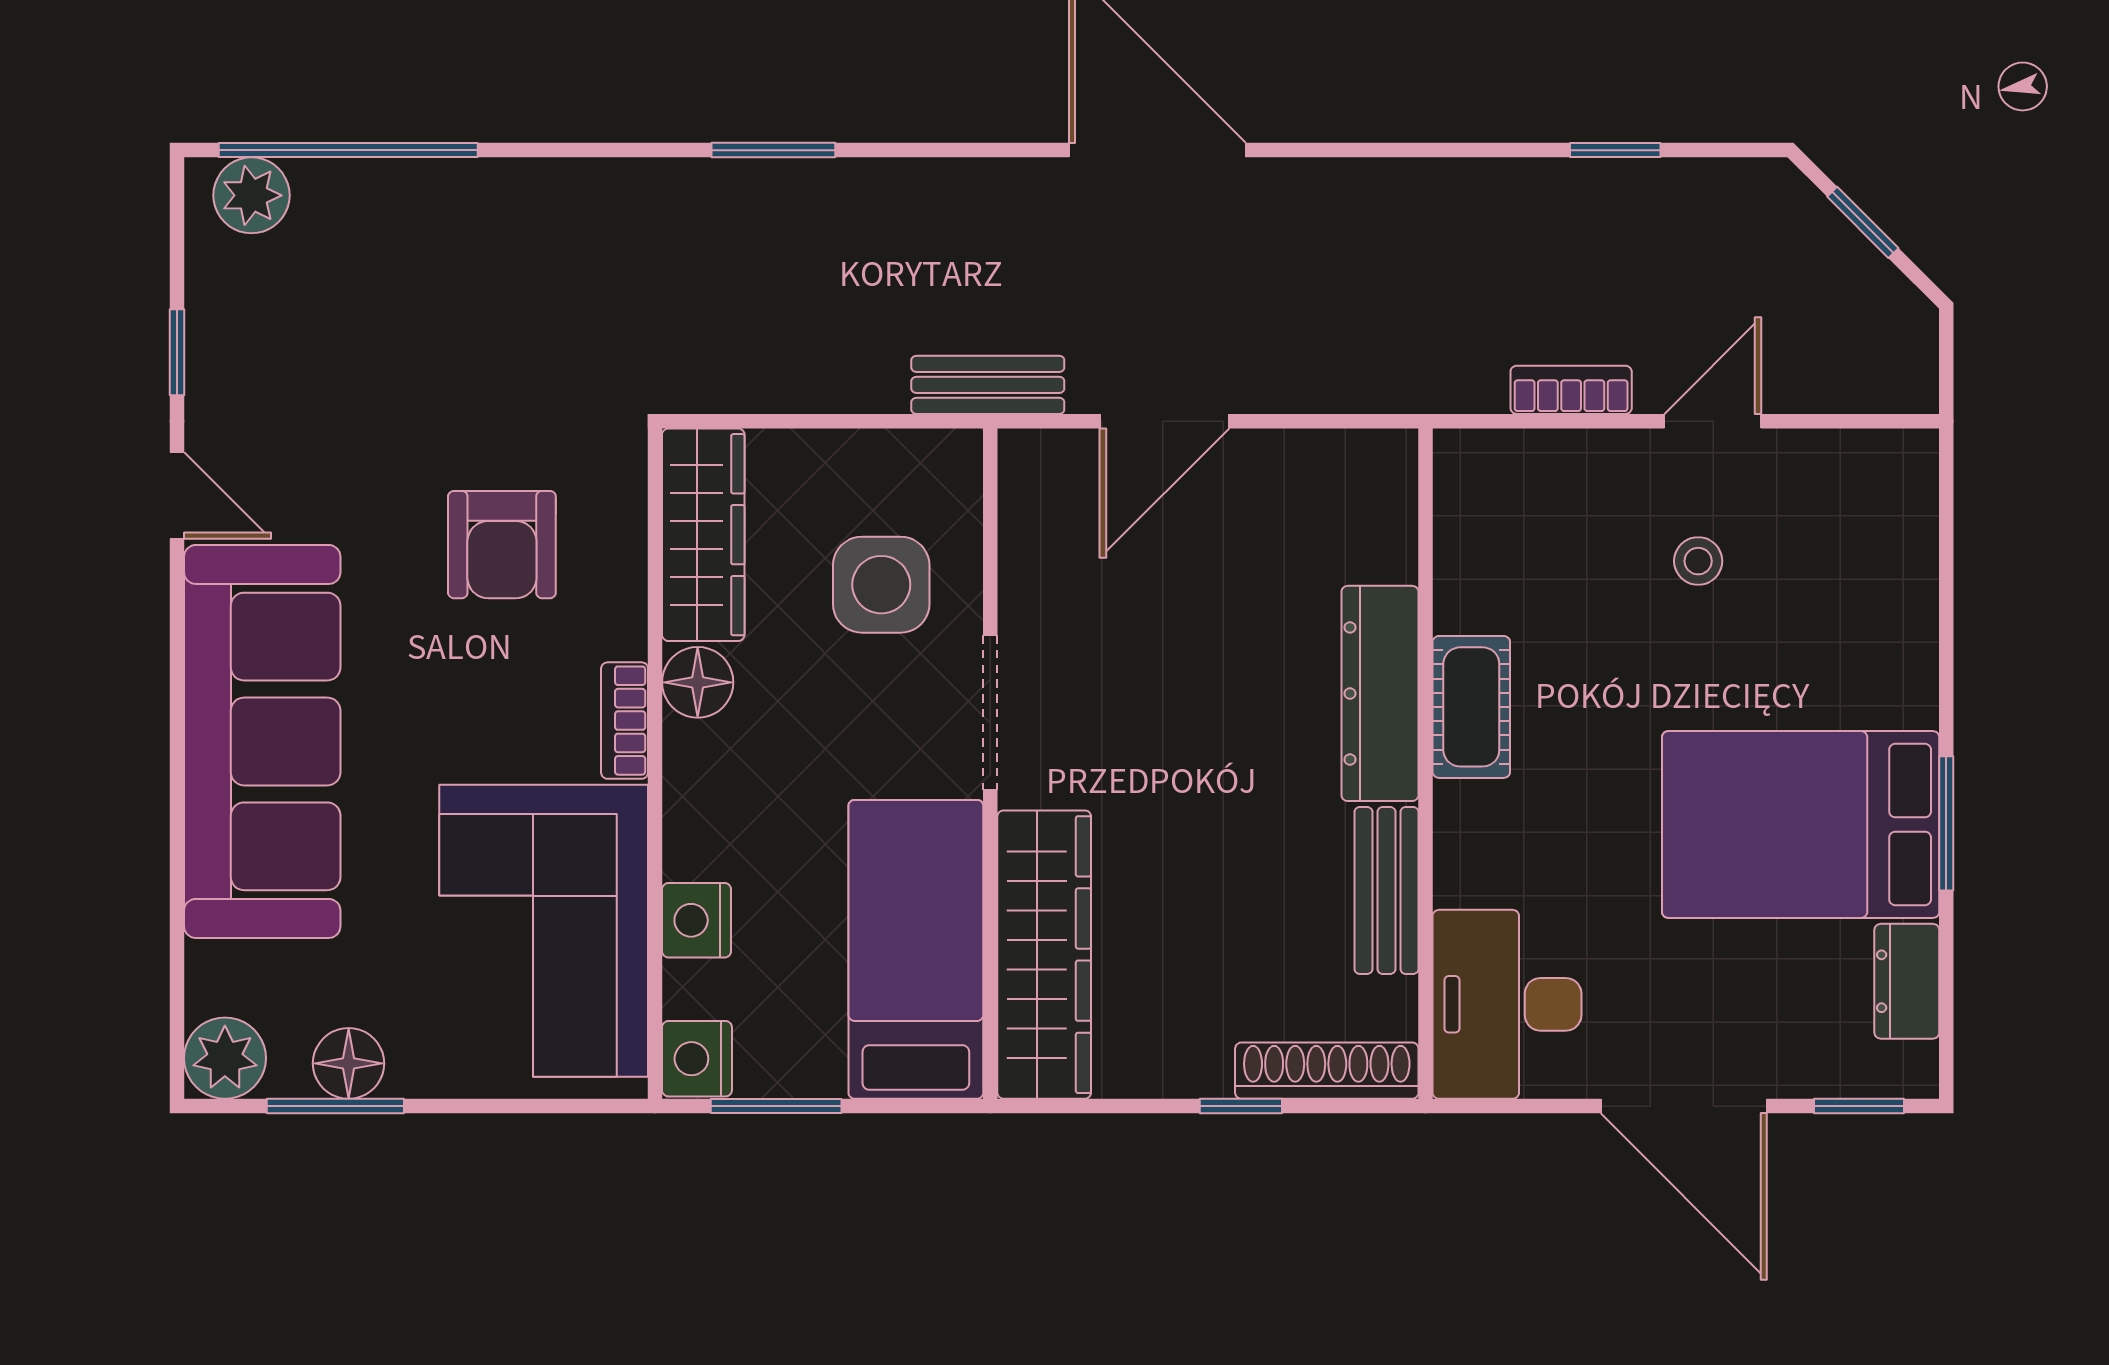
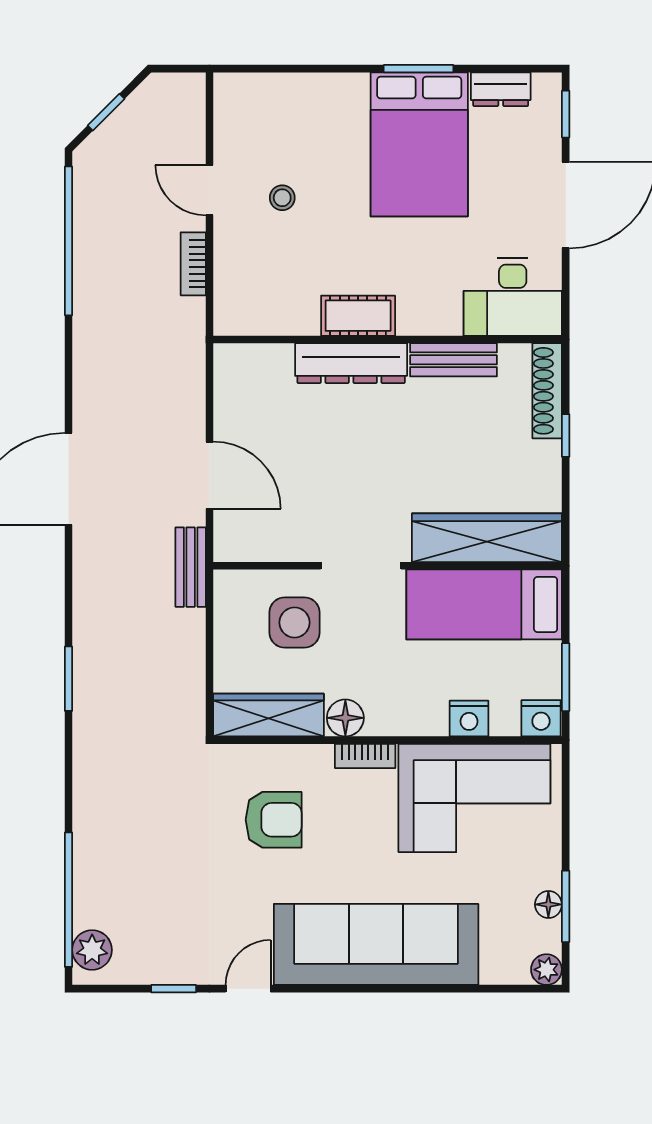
window: (1615, 150) -> (69, 241), width x3.17
plant: (225, 1058) -> (546, 970), width x0.73, depth x0.73
floor lamp: (349, 1063) -> (548, 904), width x0.73, depth x0.73

